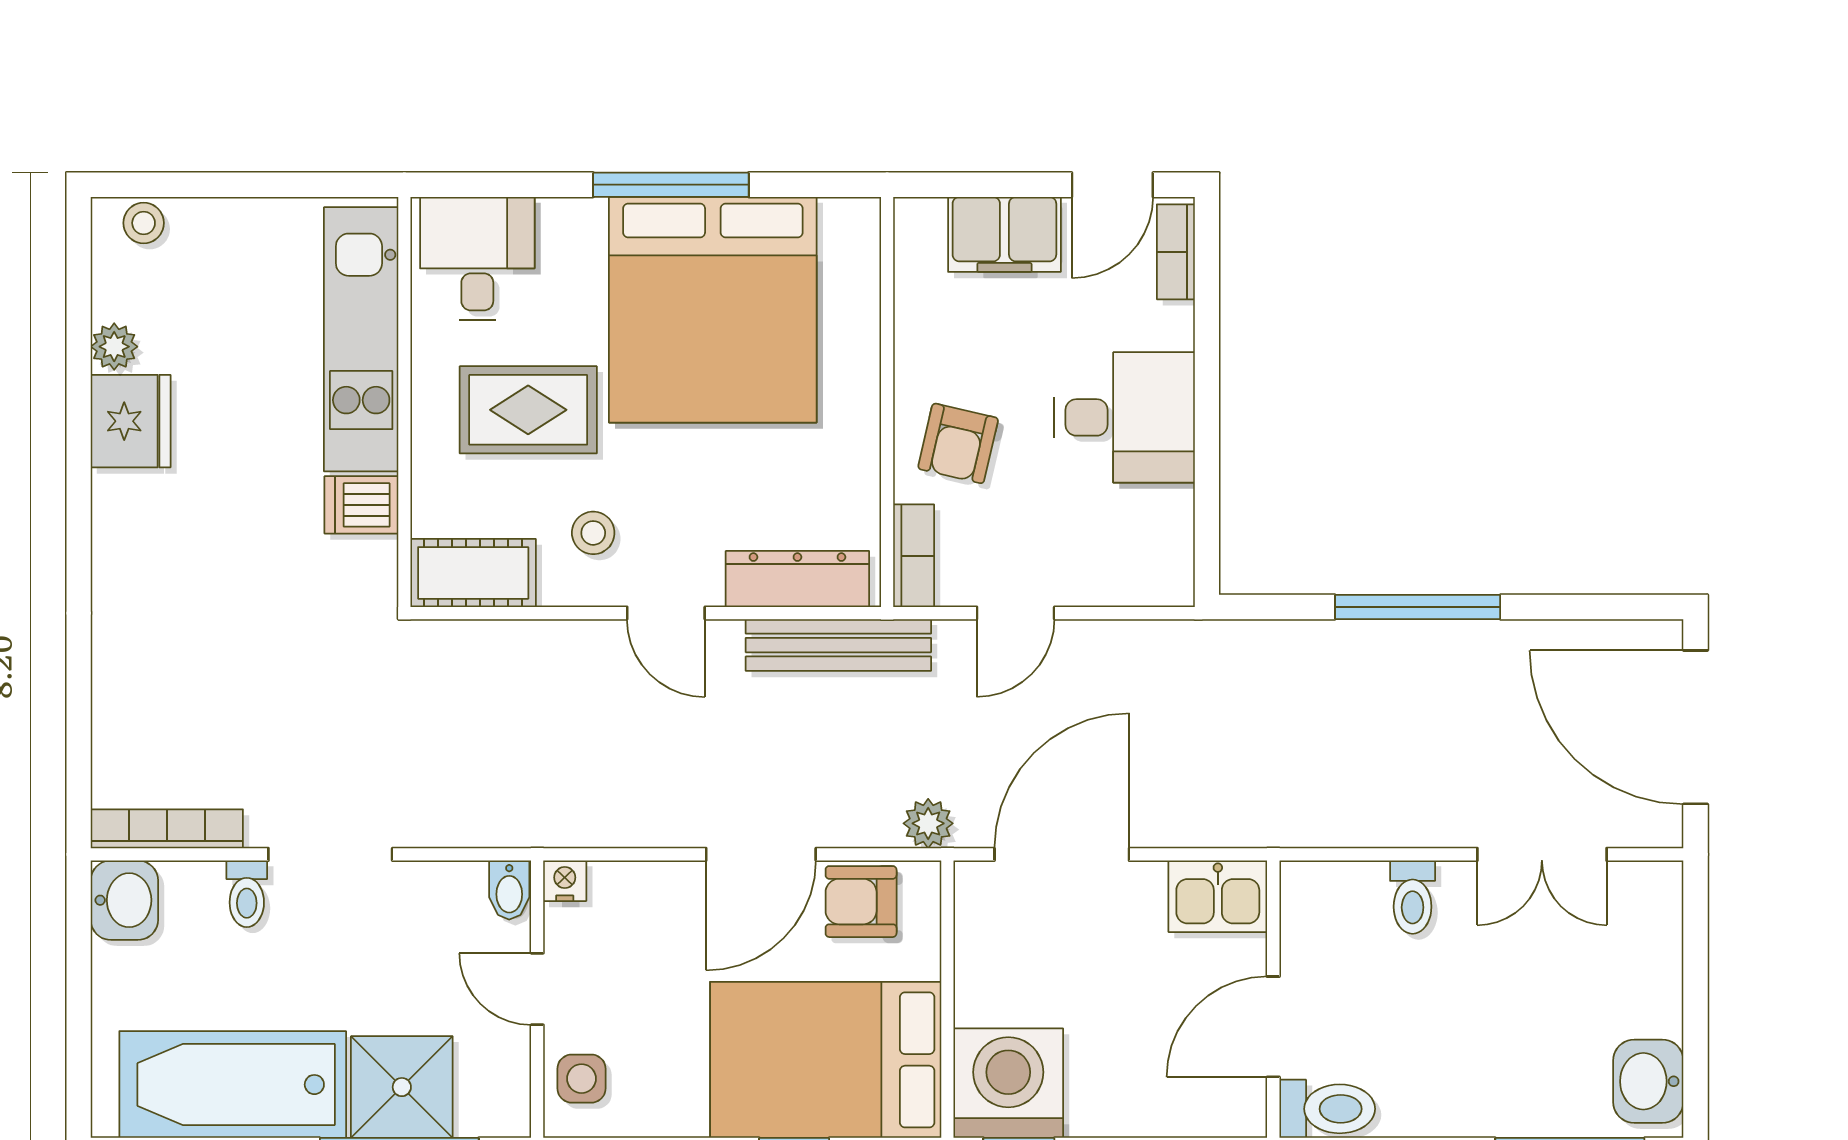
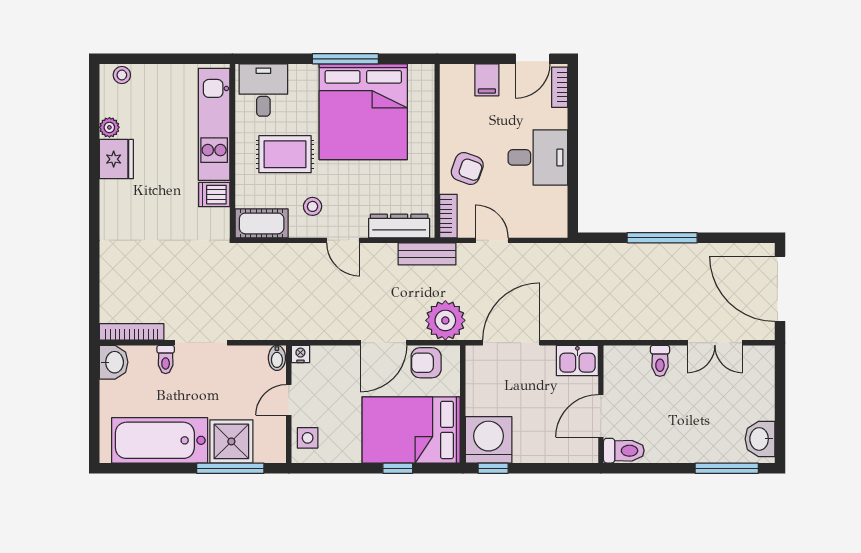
filing cabinet: (1004, 234) -> (487, 80), width x0.50
armchair: (958, 443) -> (467, 168), turned -83
door: (1016, 613) -> (492, 240), swing flipped
bench: (838, 645) -> (427, 254), width x0.73
plant: (928, 823) -> (445, 320), width x1.88, depth x1.88
door: (537, 989) -> (289, 400), hinge flipped

